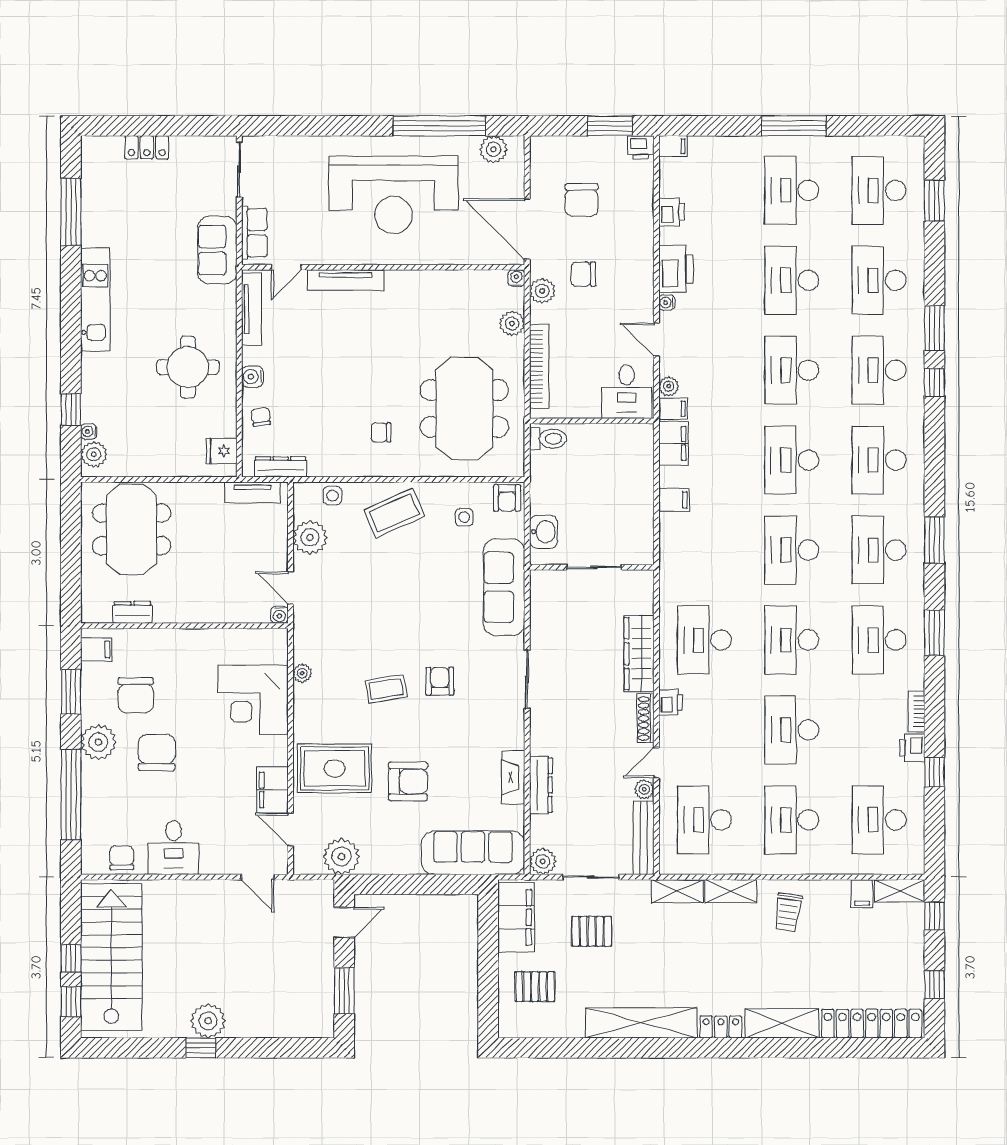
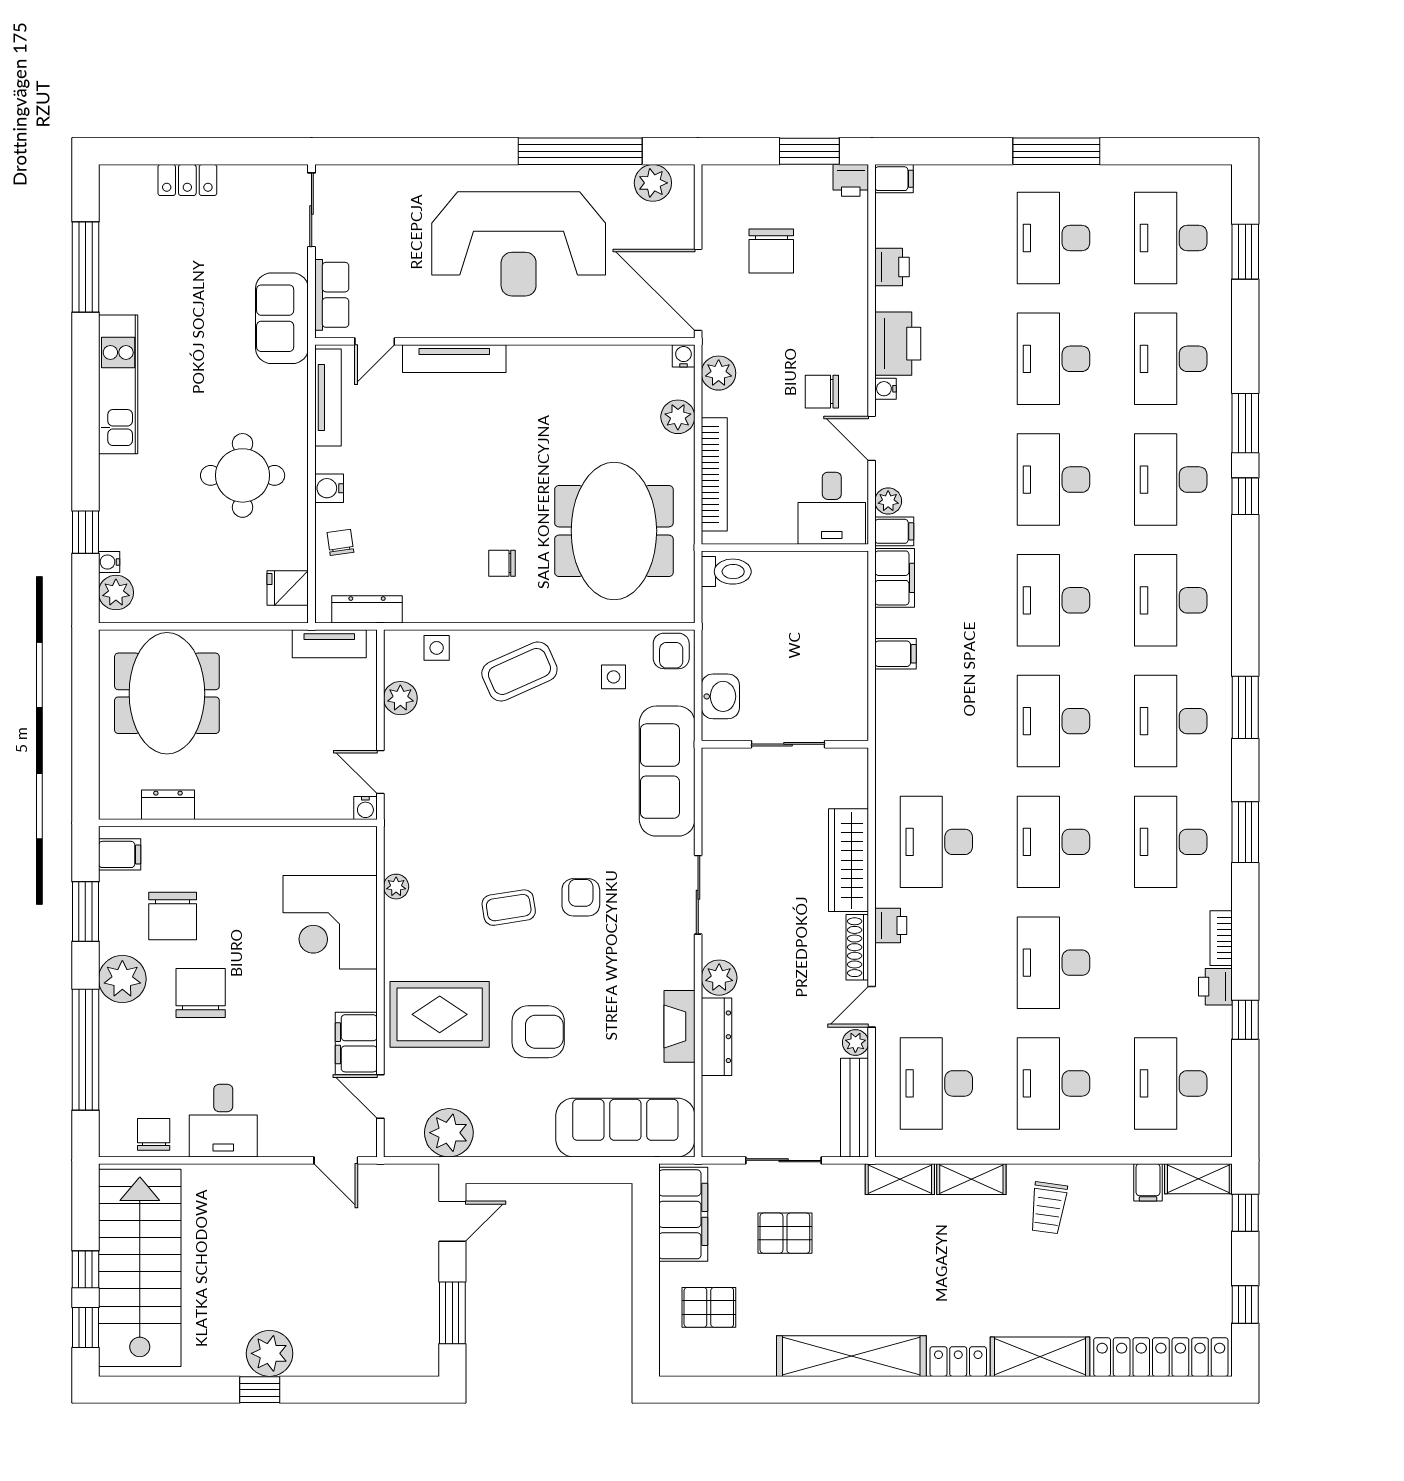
chair: (583, 274) -> (822, 392), moved
plant: (310, 537) -> (400, 698), width x0.73, depth x0.73
plant: (543, 861) -> (719, 978), moved

